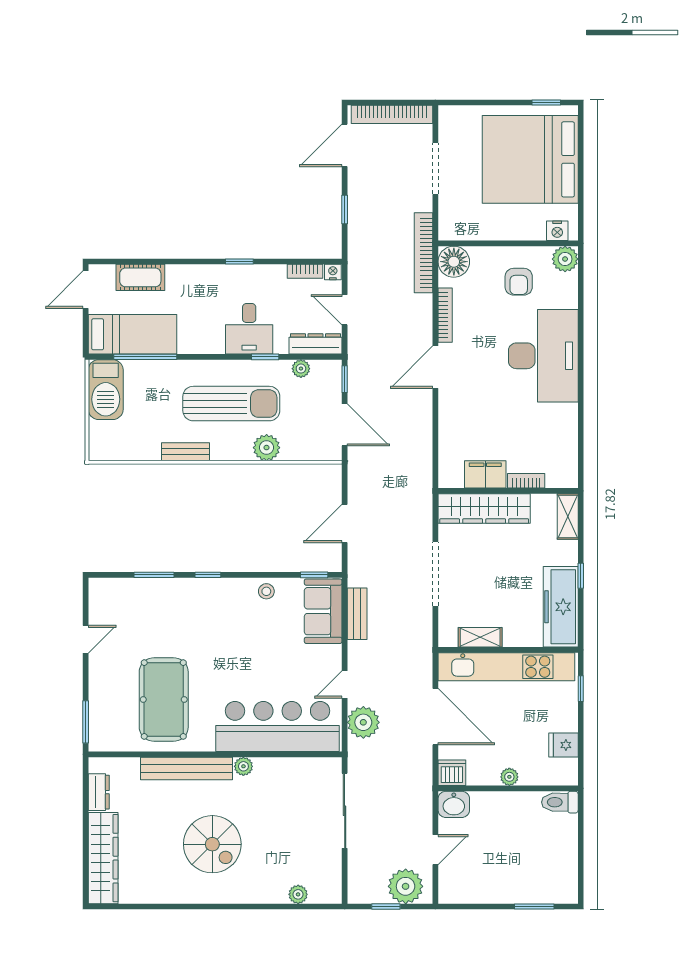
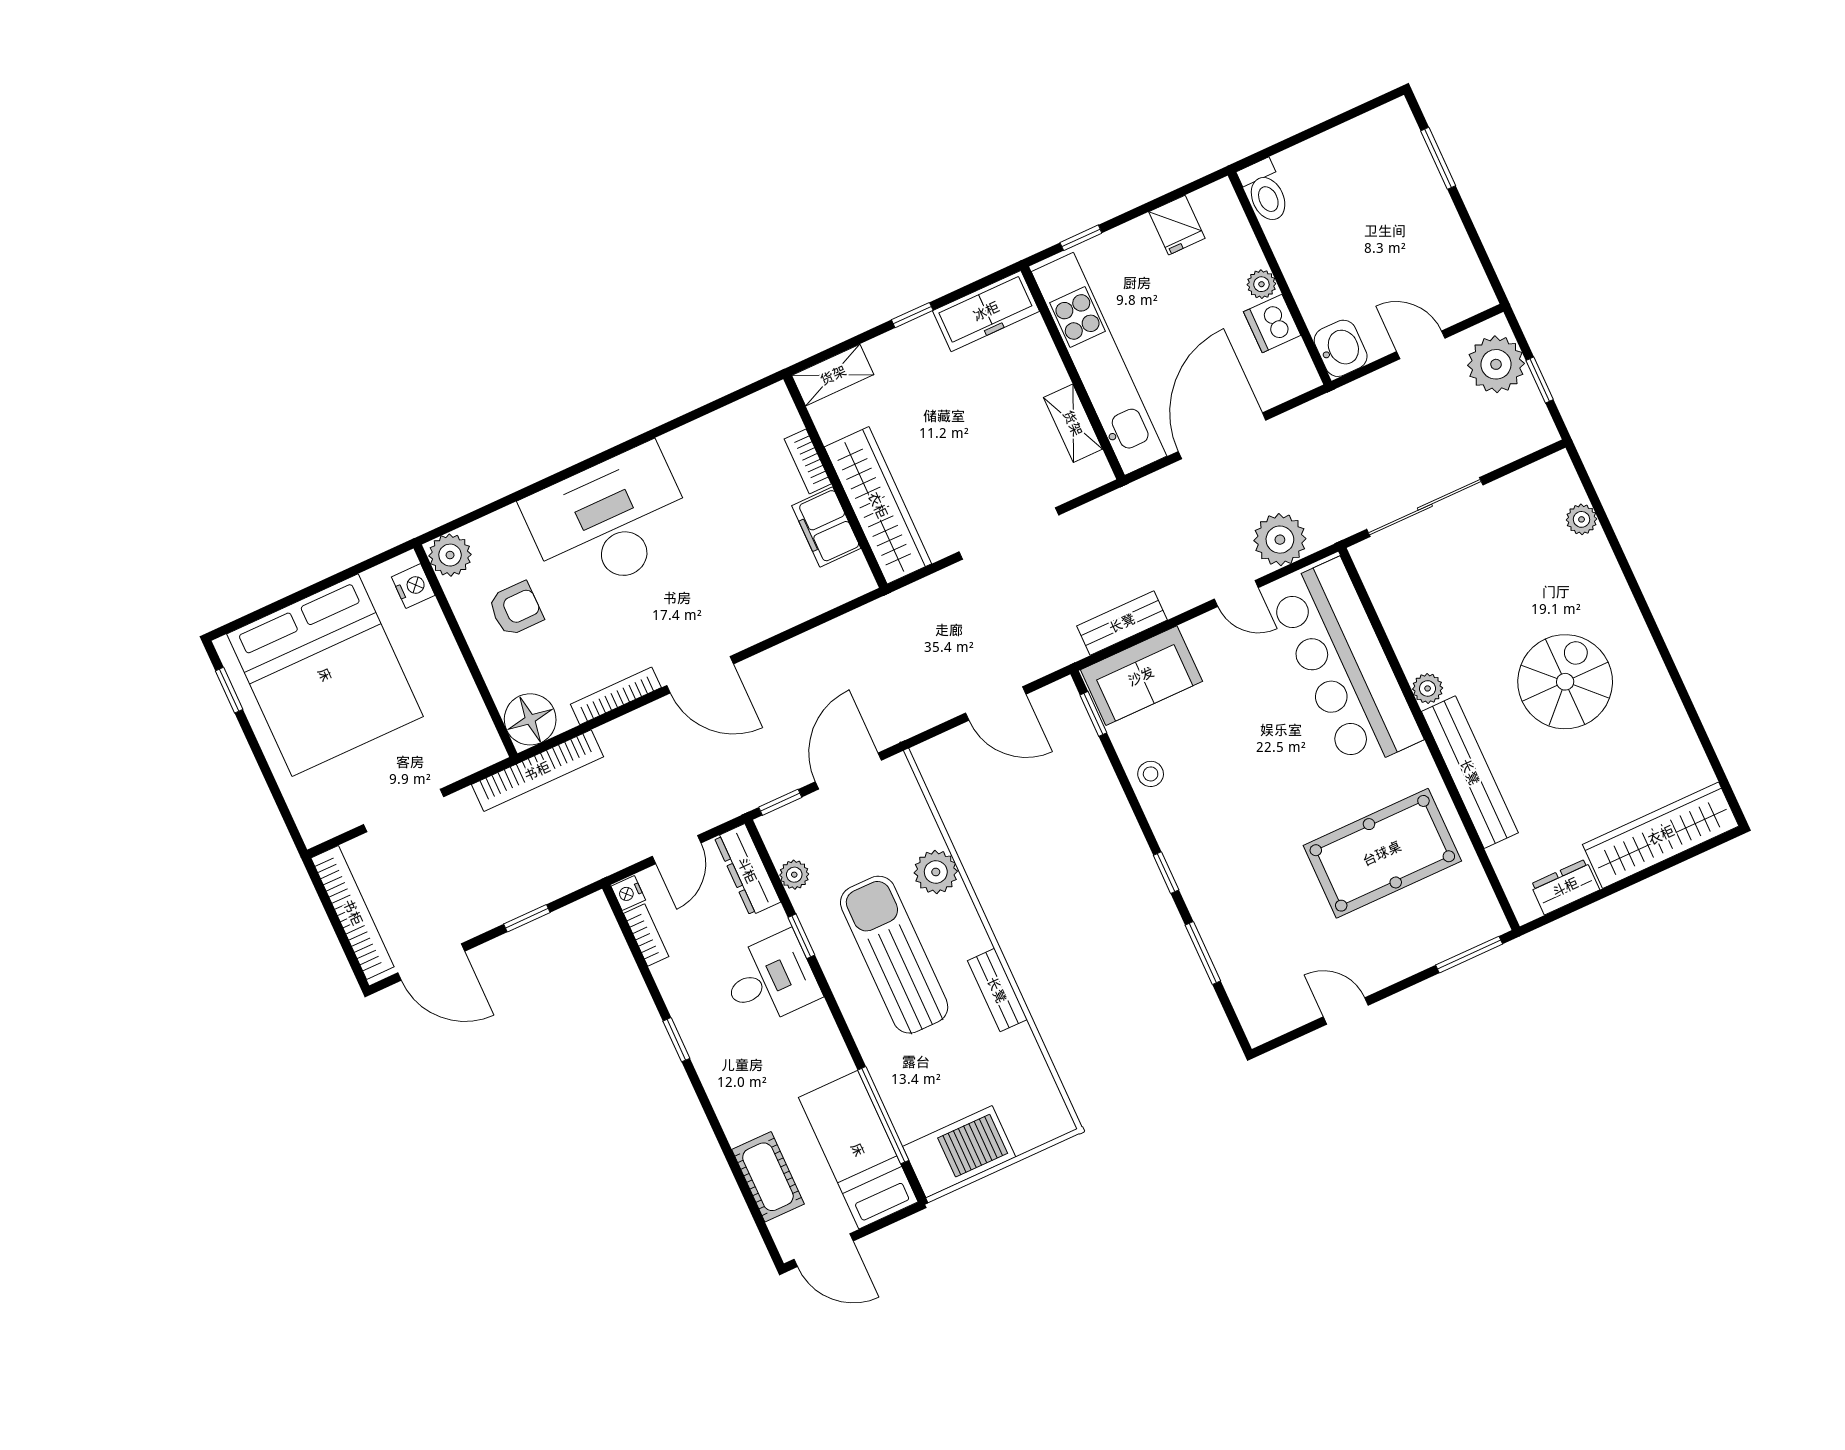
freezer: (561, 607) -> (986, 311), width x0.73, depth x0.79
dishwasher: (452, 773) -> (1272, 324), moved

